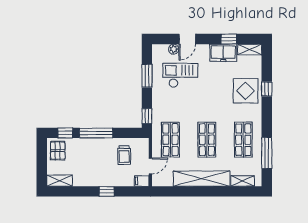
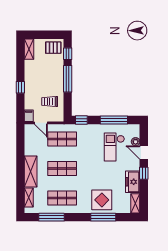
window: (229, 39) -> (144, 173), moved
checkout: (180, 75) -> (114, 147), turned 180
window: (147, 76) -> (114, 120), width x1.44
window: (267, 89) -> (103, 217), width x2.17
shelving: (201, 179) -> (31, 171), width x0.68

